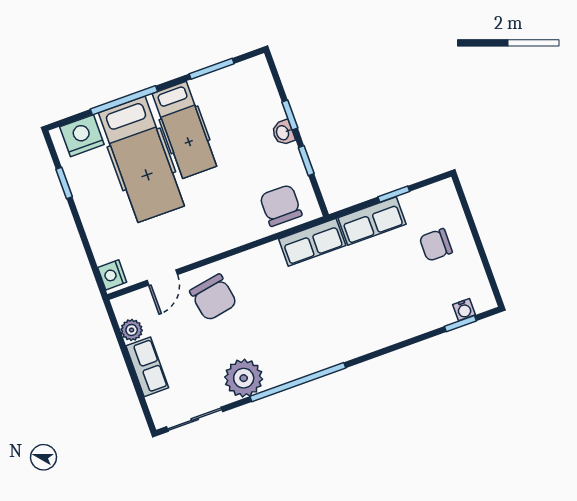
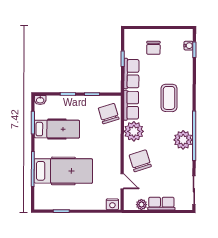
hospital bed: (184, 130) -> (57, 129), moved
washbasin: (283, 132) -> (40, 100), moved
nightstand: (82, 136) -> (42, 195), removed
chair: (281, 205) -> (109, 114), turned 73
plant: (265, 265) -> (134, 131), added
chair: (213, 297) -> (140, 161), turned -98
coffee table: (352, 309) -> (169, 98), added
plant: (244, 378) -> (183, 140), moved

